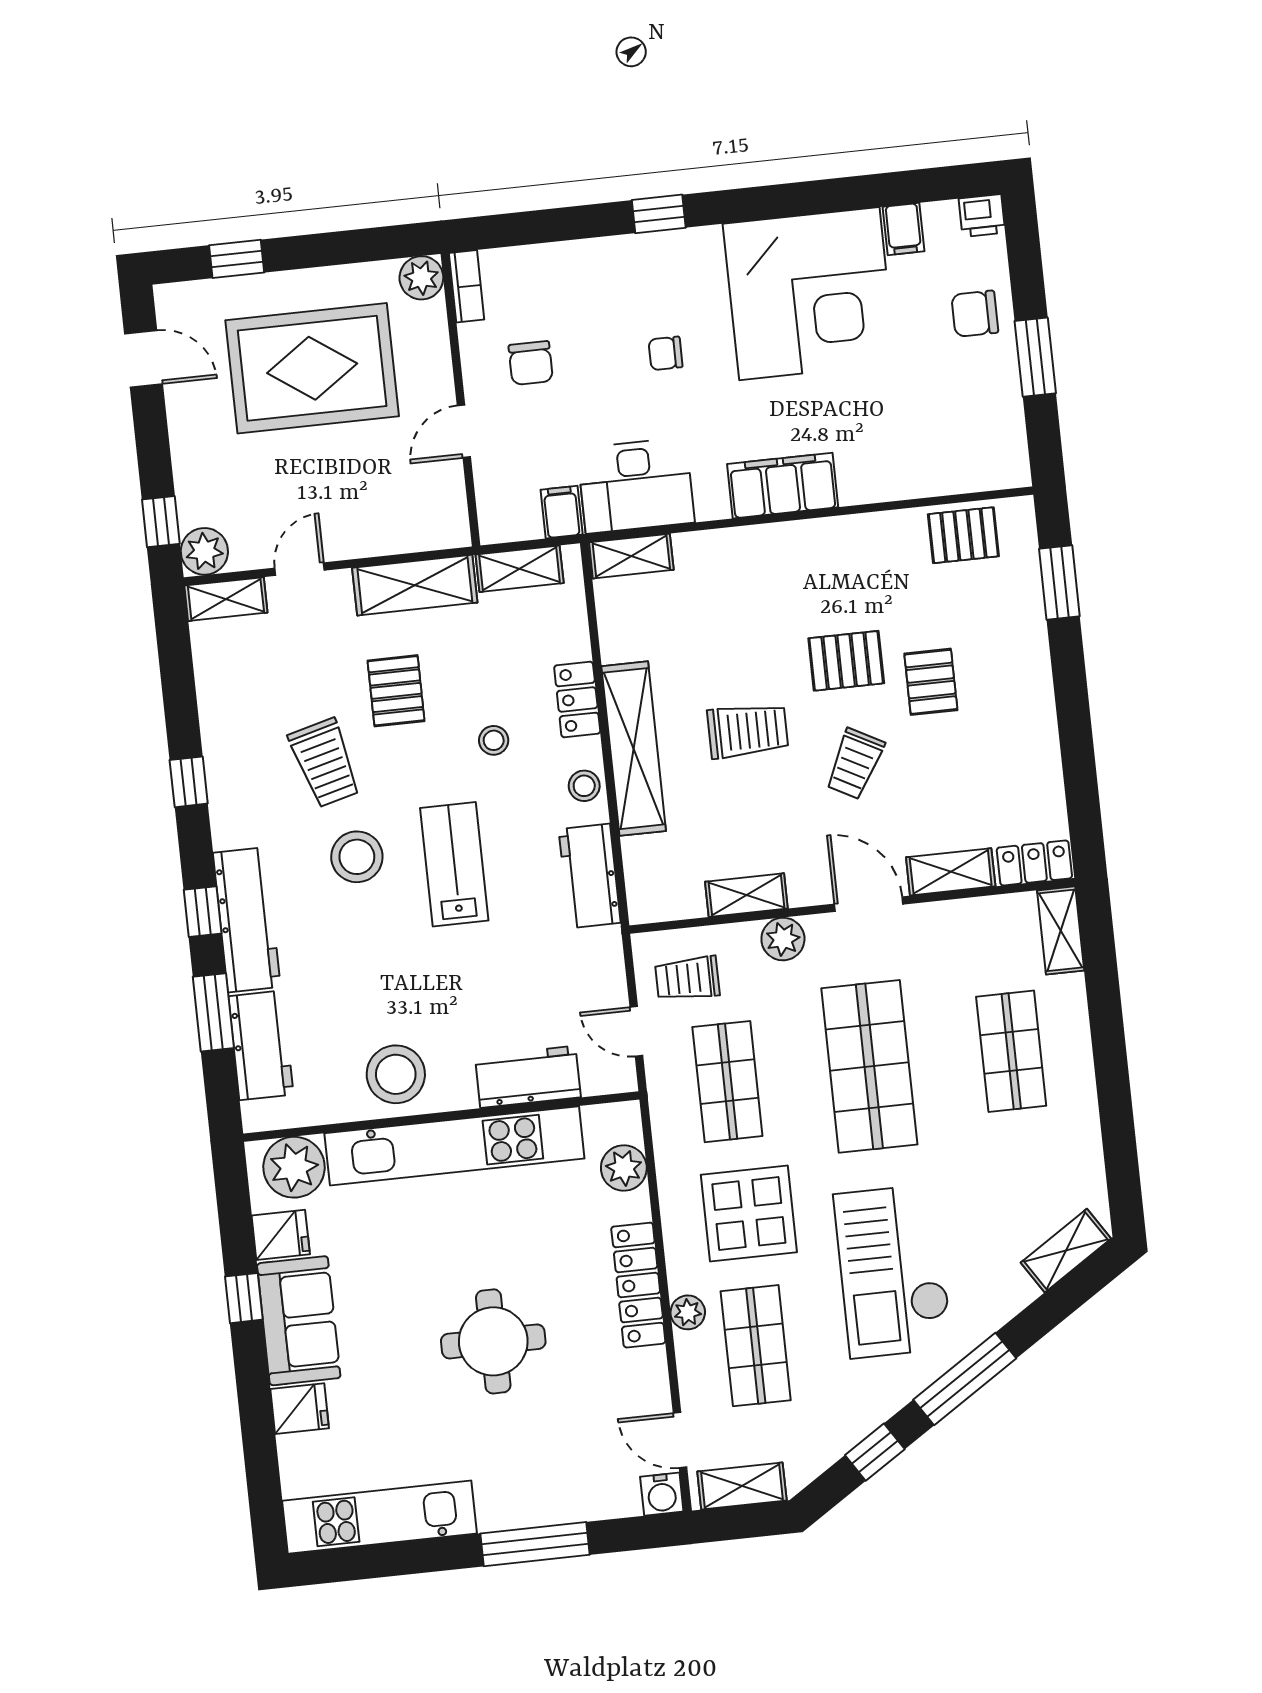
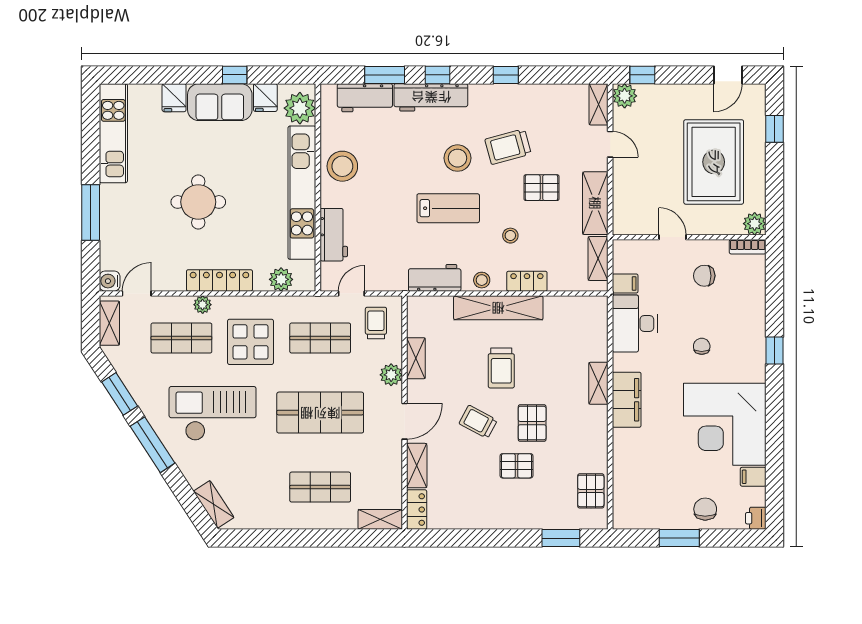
shelving: (631, 556) -> (598, 383), moved
window: (875, 1452) -> (120, 394), width x1.50

